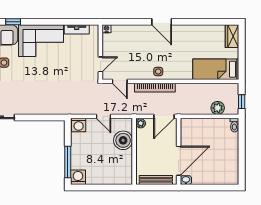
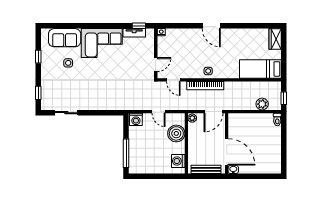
window: (13, 22) -> (139, 26), moved
door: (179, 161) -> (227, 152), hinge flipped
washing machine: (78, 177) -> (178, 161), moved, turned -90

